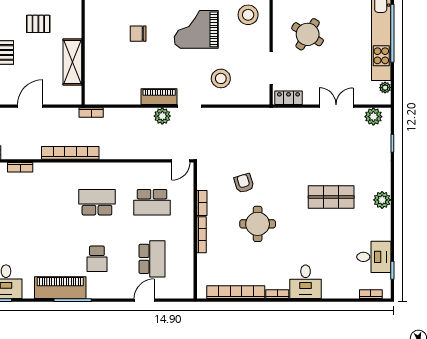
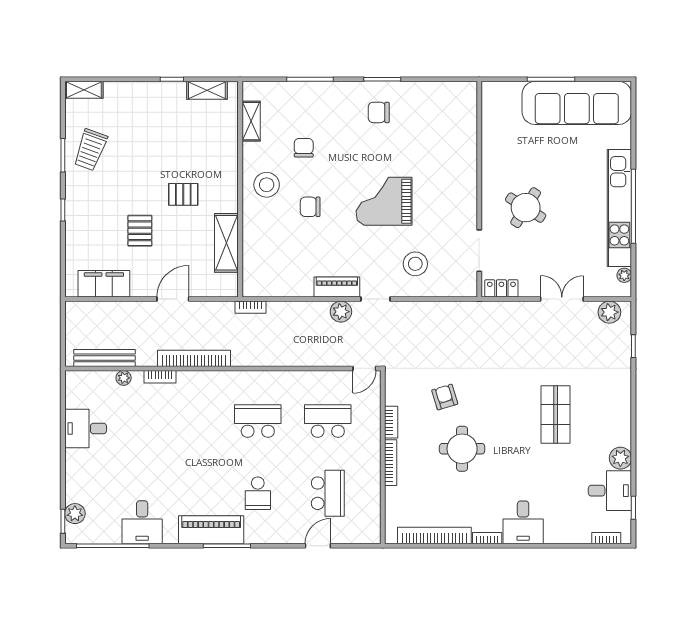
stool: (248, 15) -> (267, 185), moved
bookcase: (70, 153) -> (194, 358), moved
shop shelf: (331, 197) -> (556, 415), turned 90
plant: (382, 200) -> (620, 458), moved
school desk: (152, 202) -> (328, 421), turned 180

